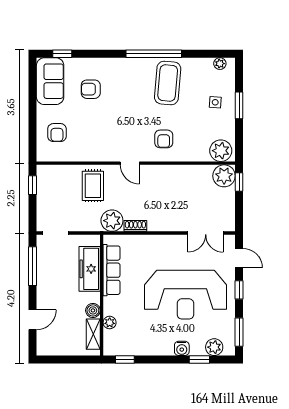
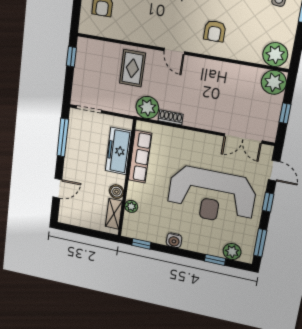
window: (239, 182) -> (285, 113), moved
water cooler: (182, 348) -> (174, 240), moved

